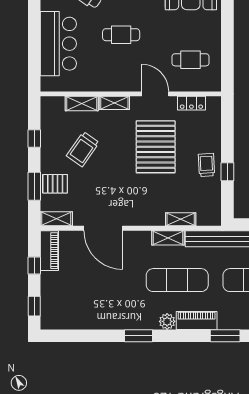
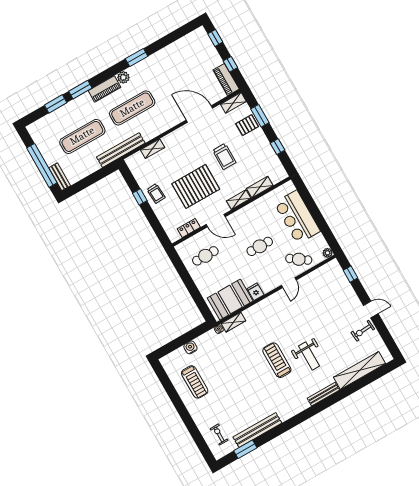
pallet: (156, 147) -> (196, 186), turned 90
trolley: (83, 149) -> (224, 156), moved, turned 145
shelving: (168, 238) -> (154, 132), removed

